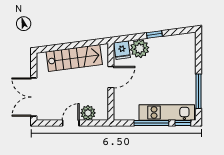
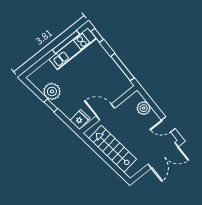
plant: (140, 49) -> (52, 91), moved
kitchen unit: (167, 112) -> (73, 49), moved, turned -90
door: (71, 123) -> (168, 124), moved
window: (151, 123) -> (122, 67), moved

